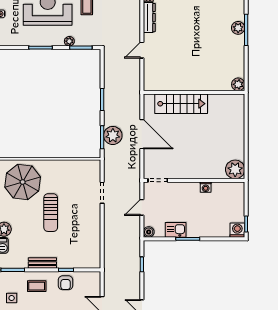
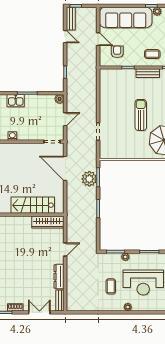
wardrobe: (163, 83) -> (48, 222), added
door: (142, 134) -> (65, 168), moved
kitchen sink: (176, 230) -> (16, 101), moved
armchair: (66, 283) -> (117, 52), moved

